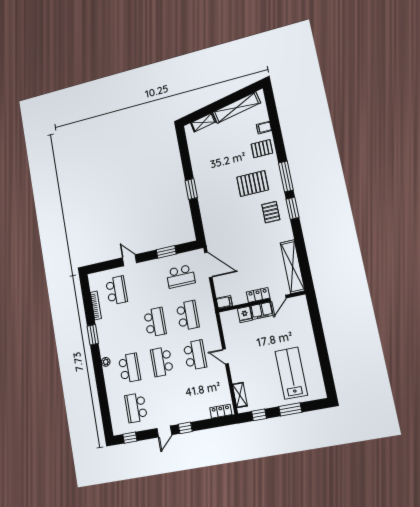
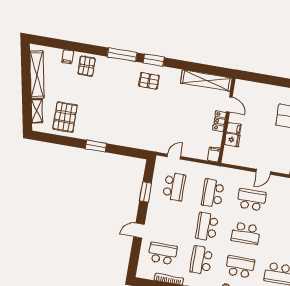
pallet: (253, 183) -> (65, 117), moved
door: (208, 265) -> (174, 157), width x0.53
filing cabinet: (262, 311) -> (234, 128), width x0.50
school desk: (188, 315) -> (213, 193), turned -90
school desk: (155, 322) -> (207, 227), turned -90
school desk: (123, 329) -> (201, 260), added

